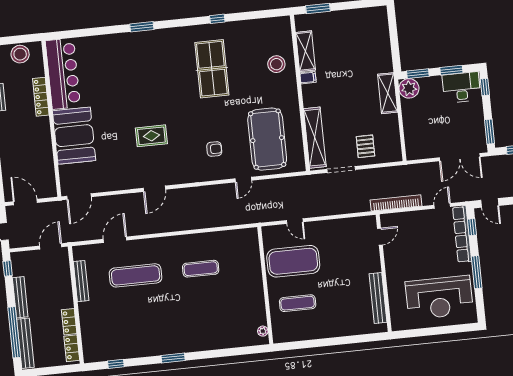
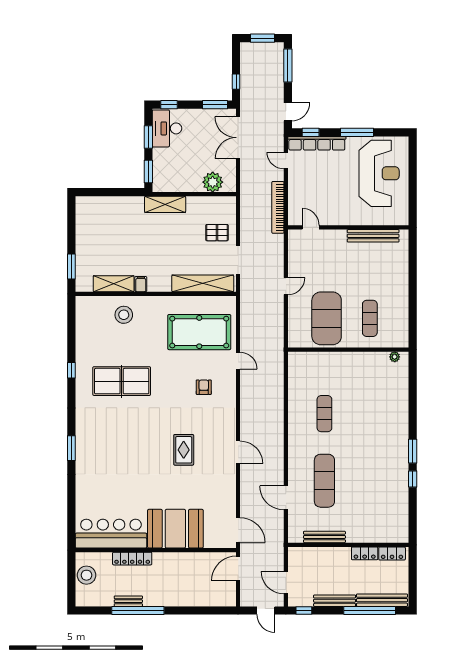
plant: (409, 88) -> (213, 182), moved
double door: (460, 157) -> (238, 138), swing flipped
door: (25, 202) -> (238, 568), moved
door: (295, 221) -> (286, 286), moved
door: (51, 246) -> (286, 583), moved
window: (116, 364) -> (413, 479), moved

